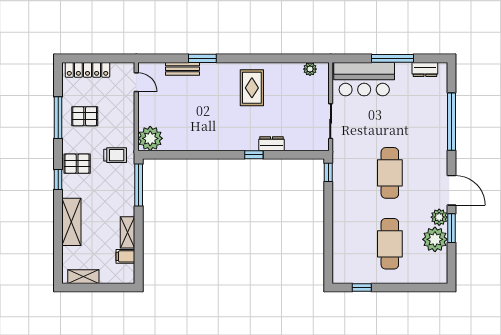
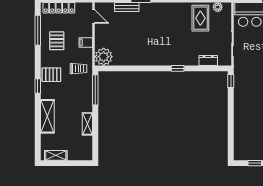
rug: (252, 88) -> (200, 18), moved
pallet: (85, 116) -> (57, 41), turned 90
window: (58, 118) -> (38, 30), moved
dresser: (271, 144) -> (208, 60), moved
filing cabinet: (125, 256) -> (86, 42), moved

